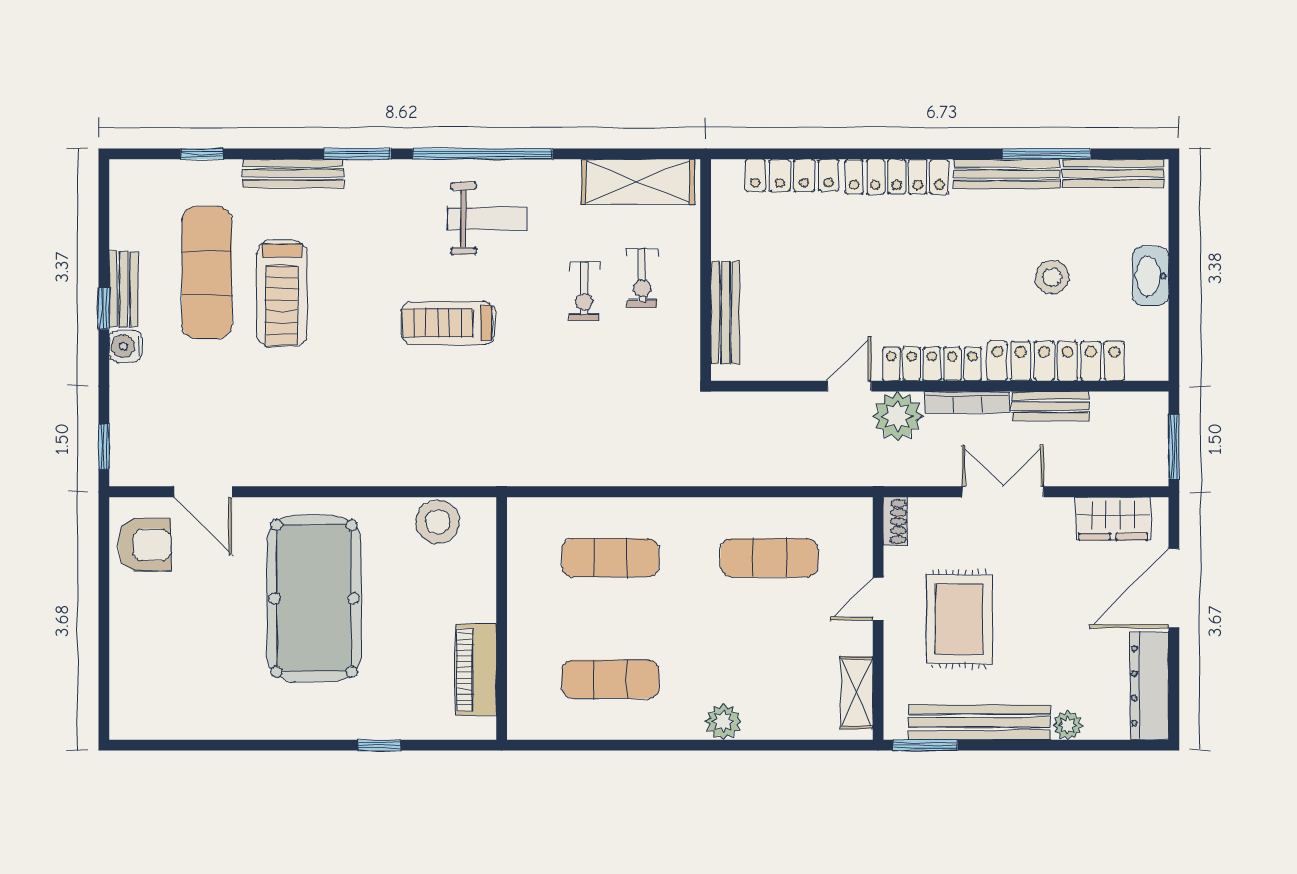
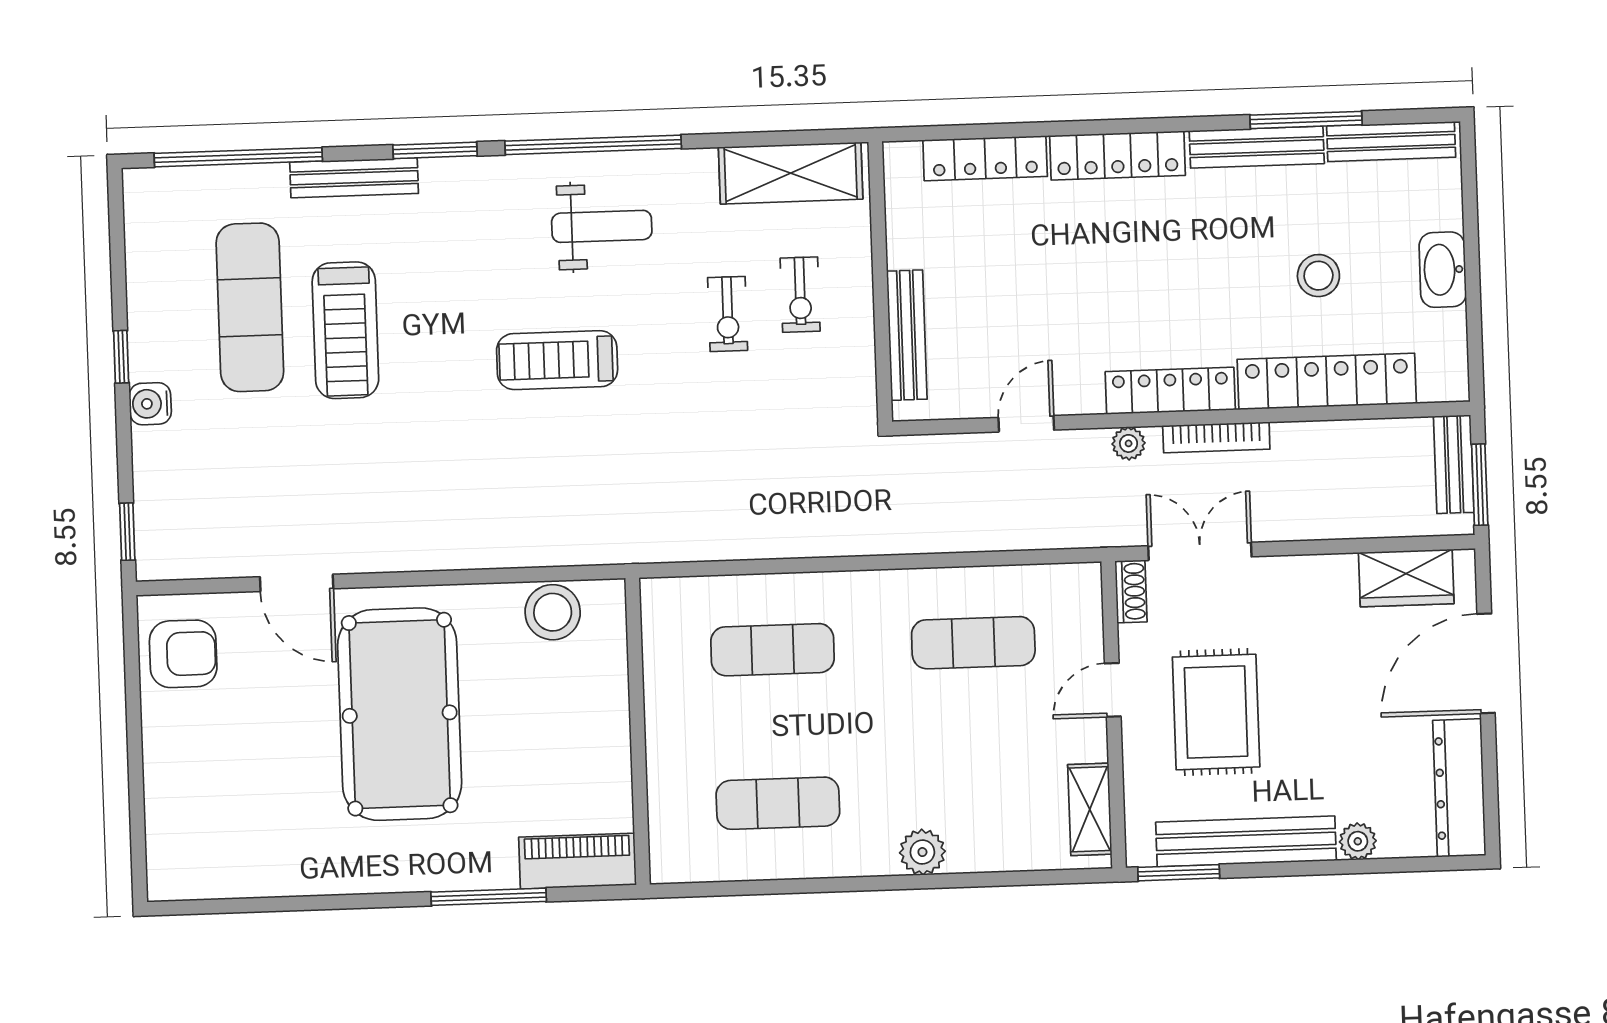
window: (202, 154) -> (238, 157), width x3.17
bench: (124, 289) -> (145, 332), removed
door: (849, 386) -> (1026, 424), moved
bench: (1050, 406) -> (1454, 464), moved, turned 90
plant: (897, 416) -> (1129, 443), width x0.53, depth x0.53
door: (203, 492) -> (297, 583), moved
double door: (1003, 492) -> (1200, 551), moved
piano: (476, 670) -> (577, 861), moved, turned 90
window: (379, 745) -> (489, 897), width x2.17

